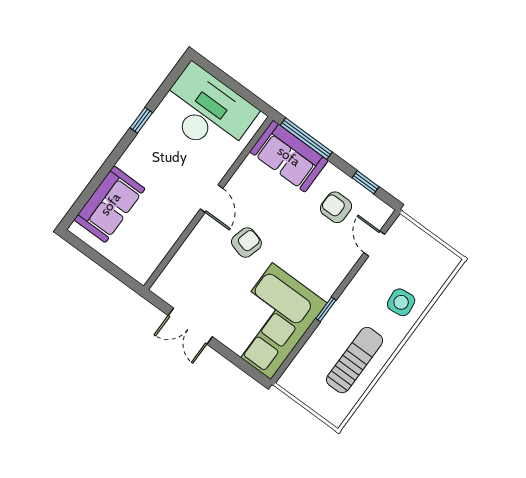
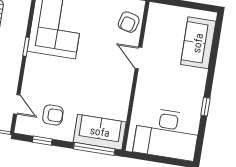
door: (212, 199) -> (138, 58), moved
armchair: (246, 243) -> (129, 22), moved

